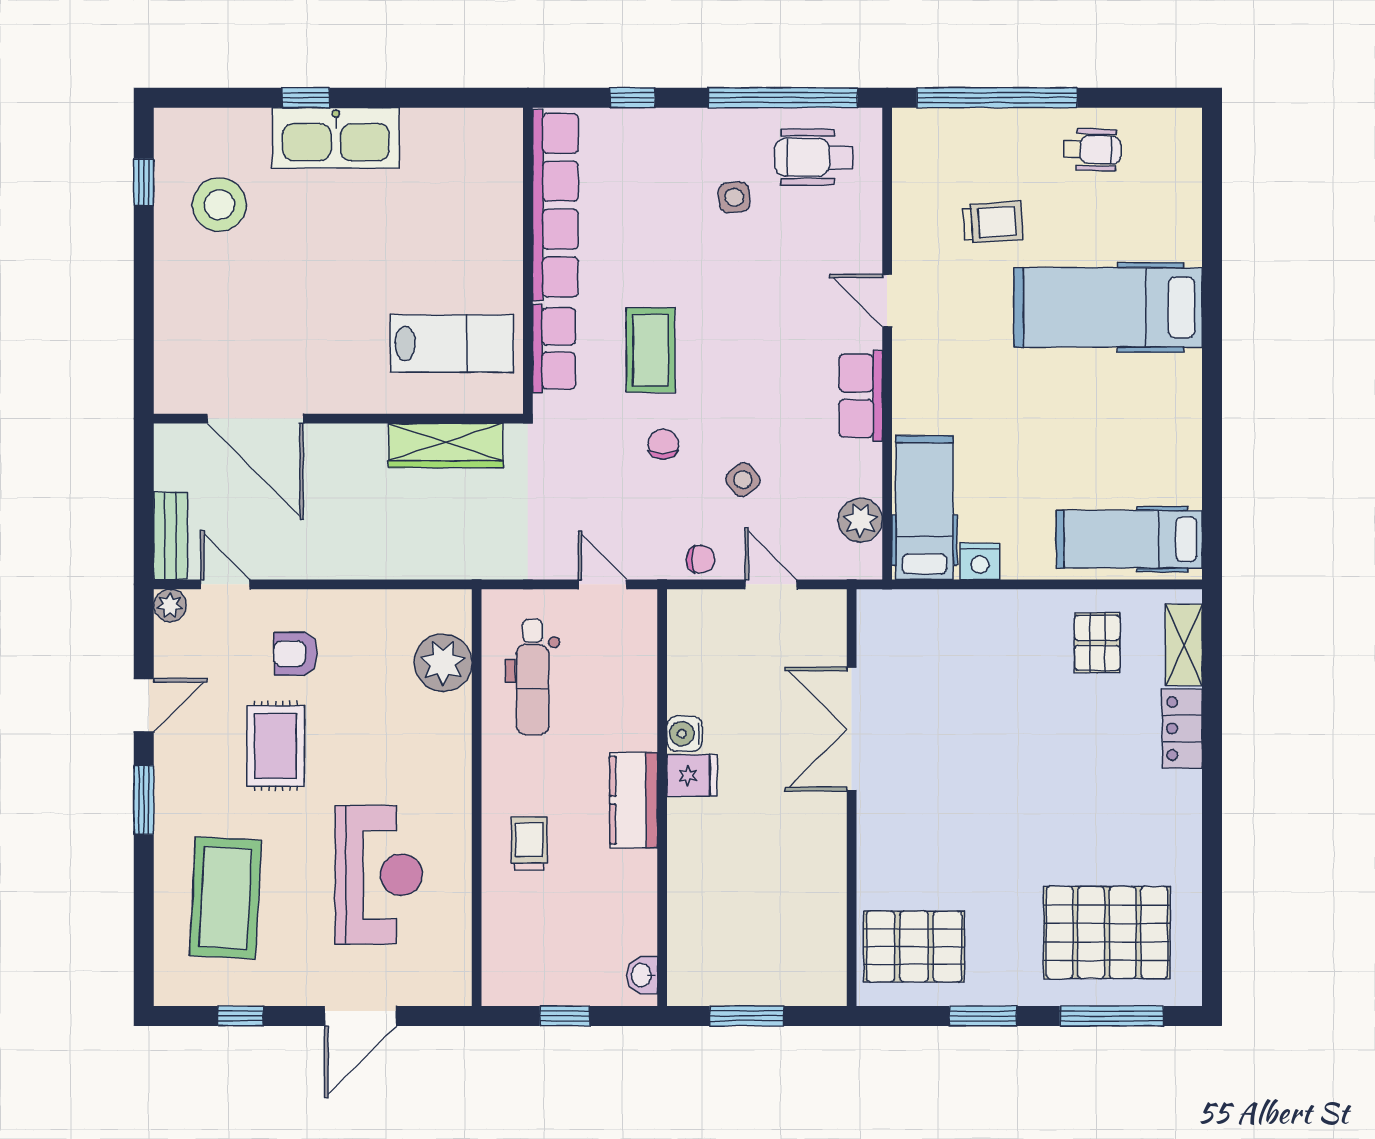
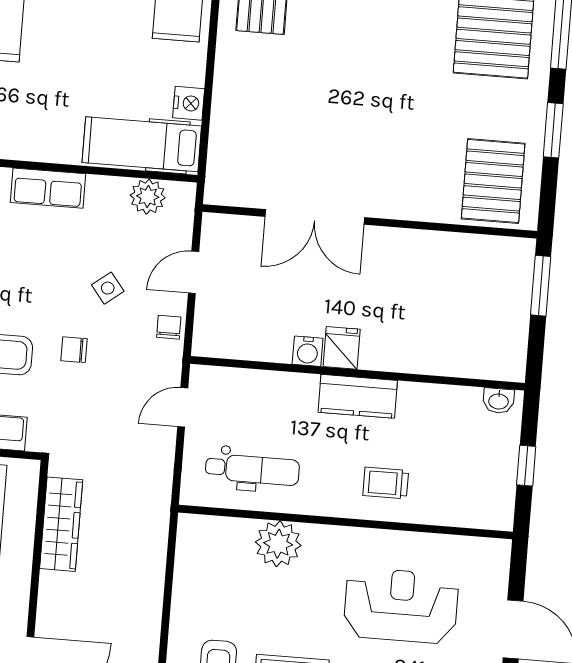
plant: (443, 663) -> (278, 544), moved
window: (747, 1016) -> (541, 286), moved

